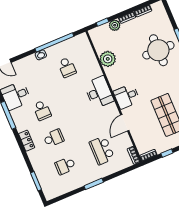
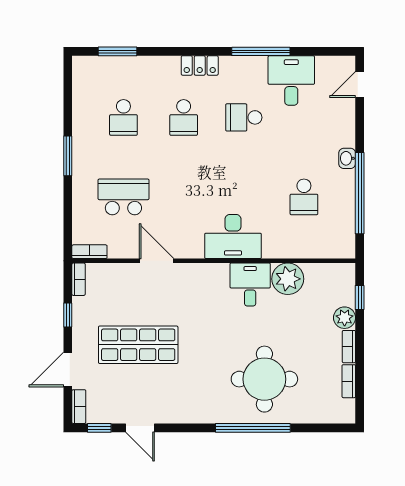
school desk: (67, 67) -> (304, 197), turned -90
desk: (127, 96) -> (250, 285), moved
school desk: (65, 166) -> (123, 117), turned 180

